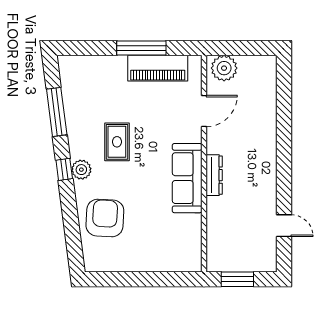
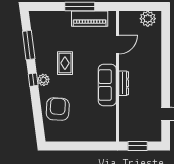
plant: (224, 68) -> (148, 19), moved

